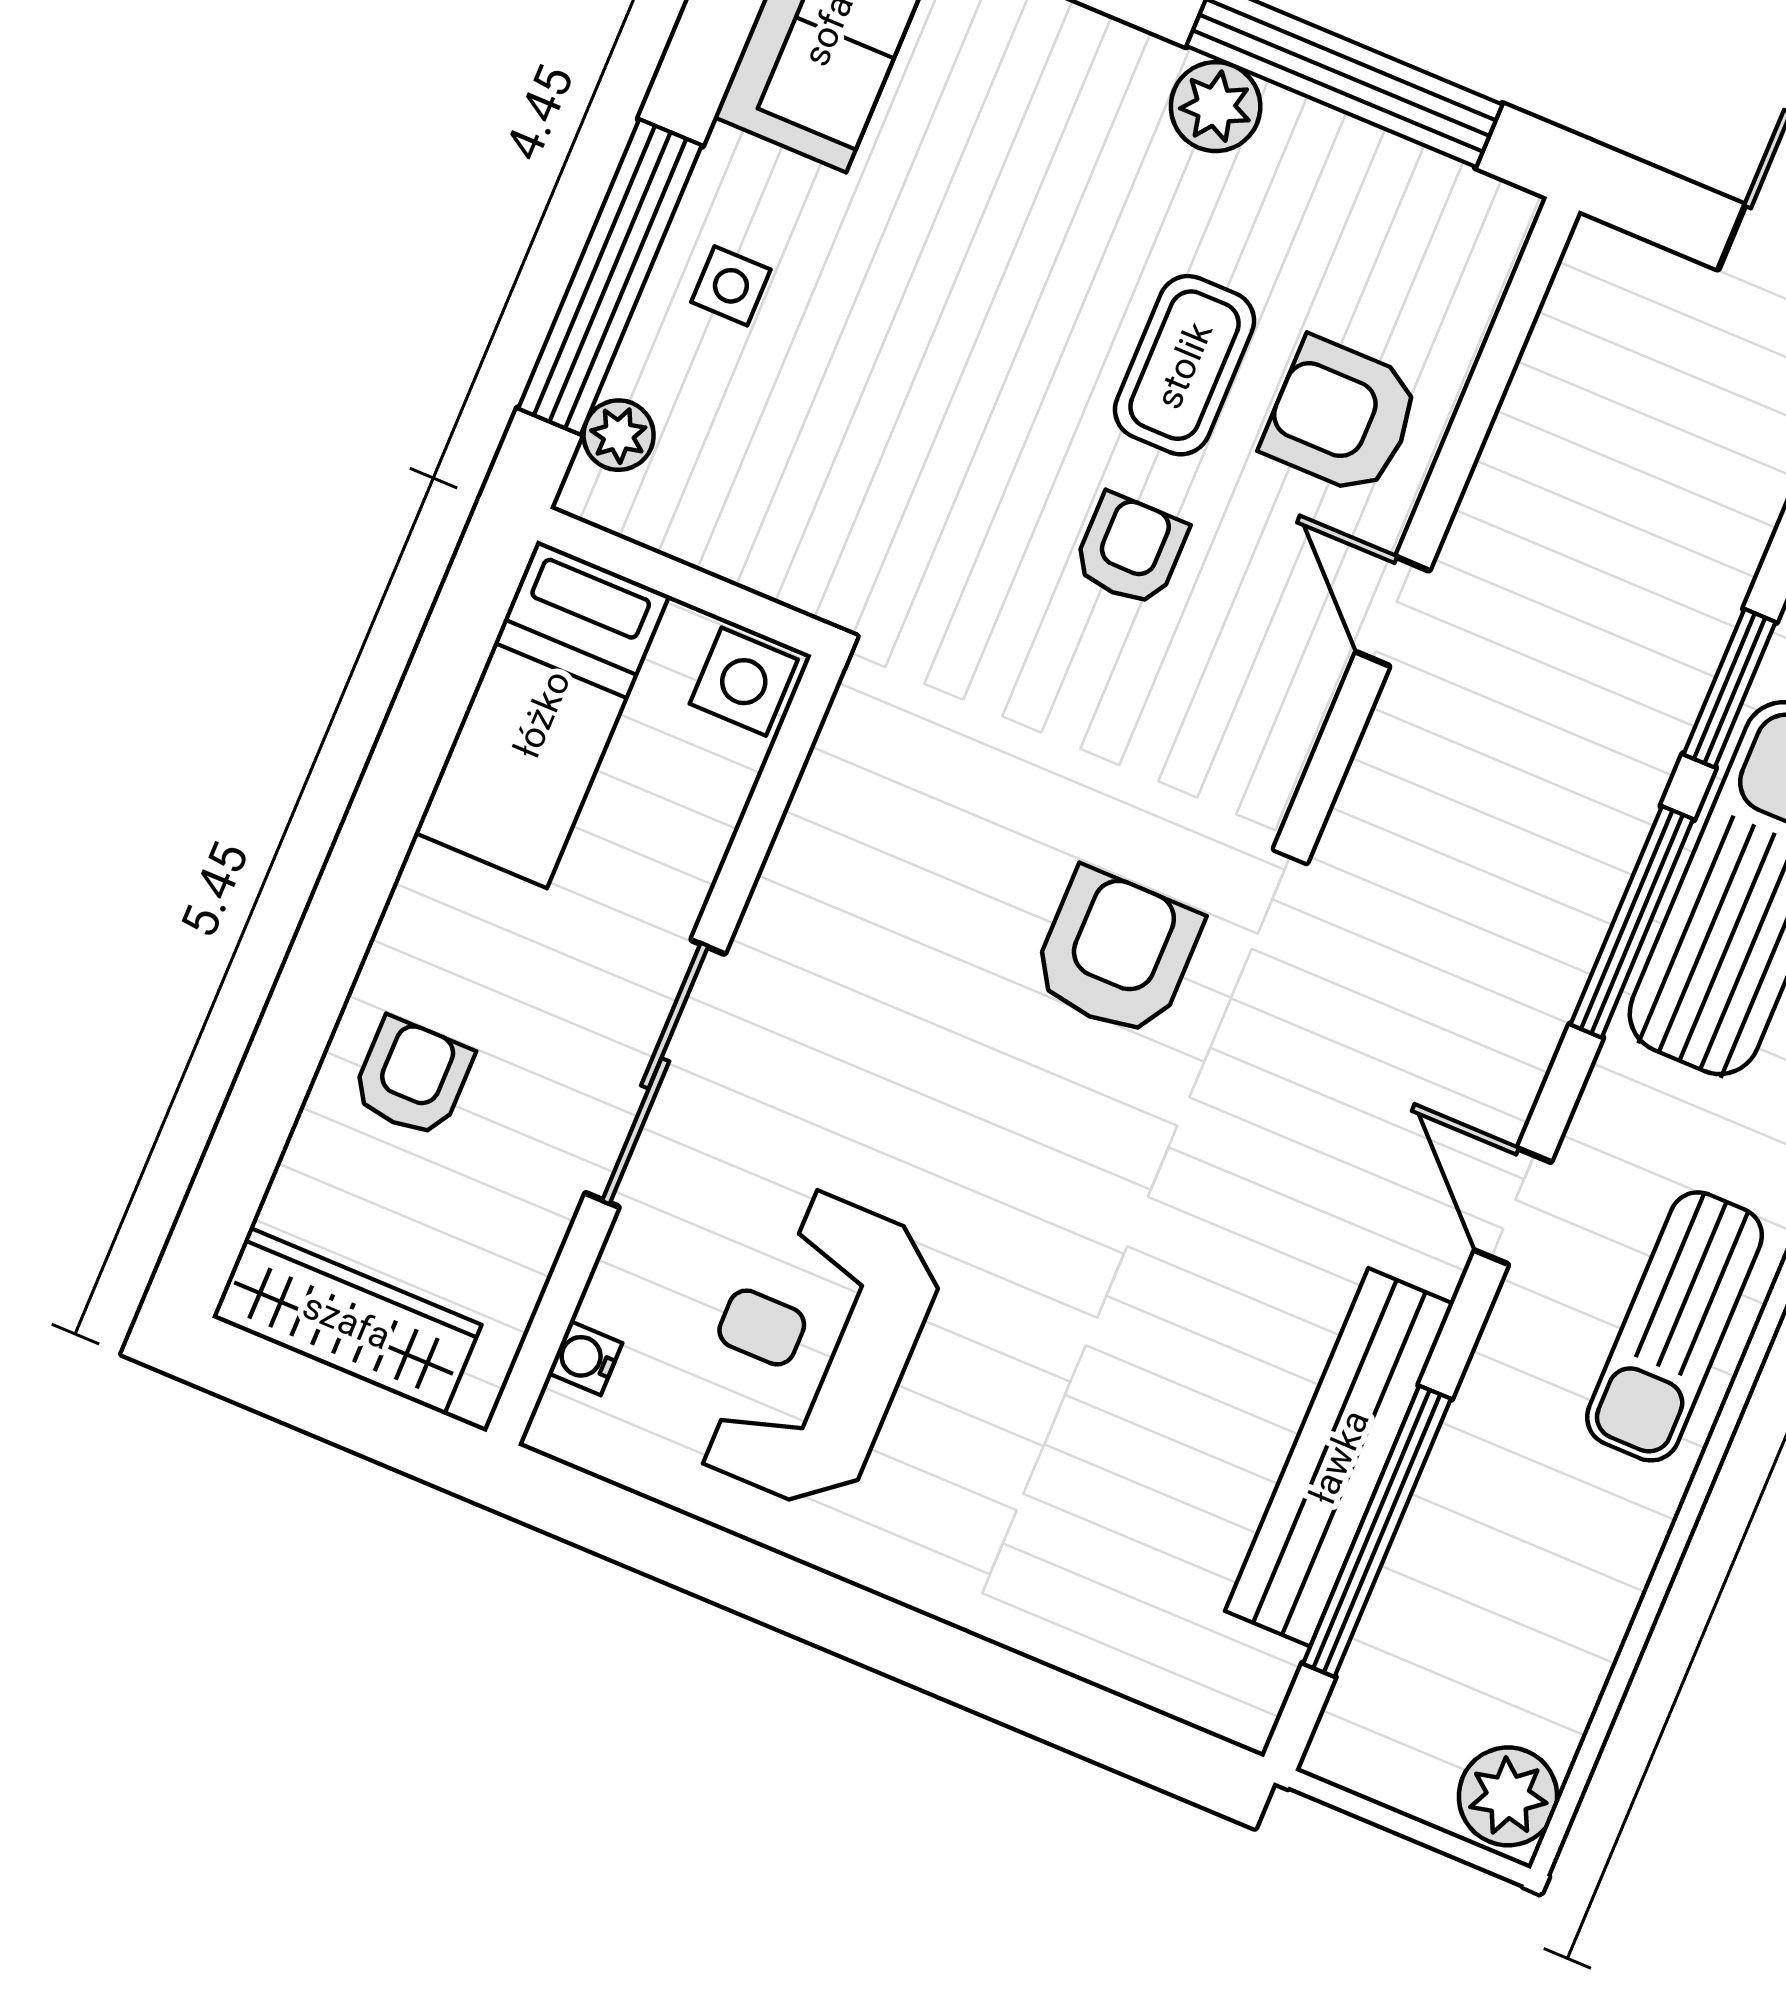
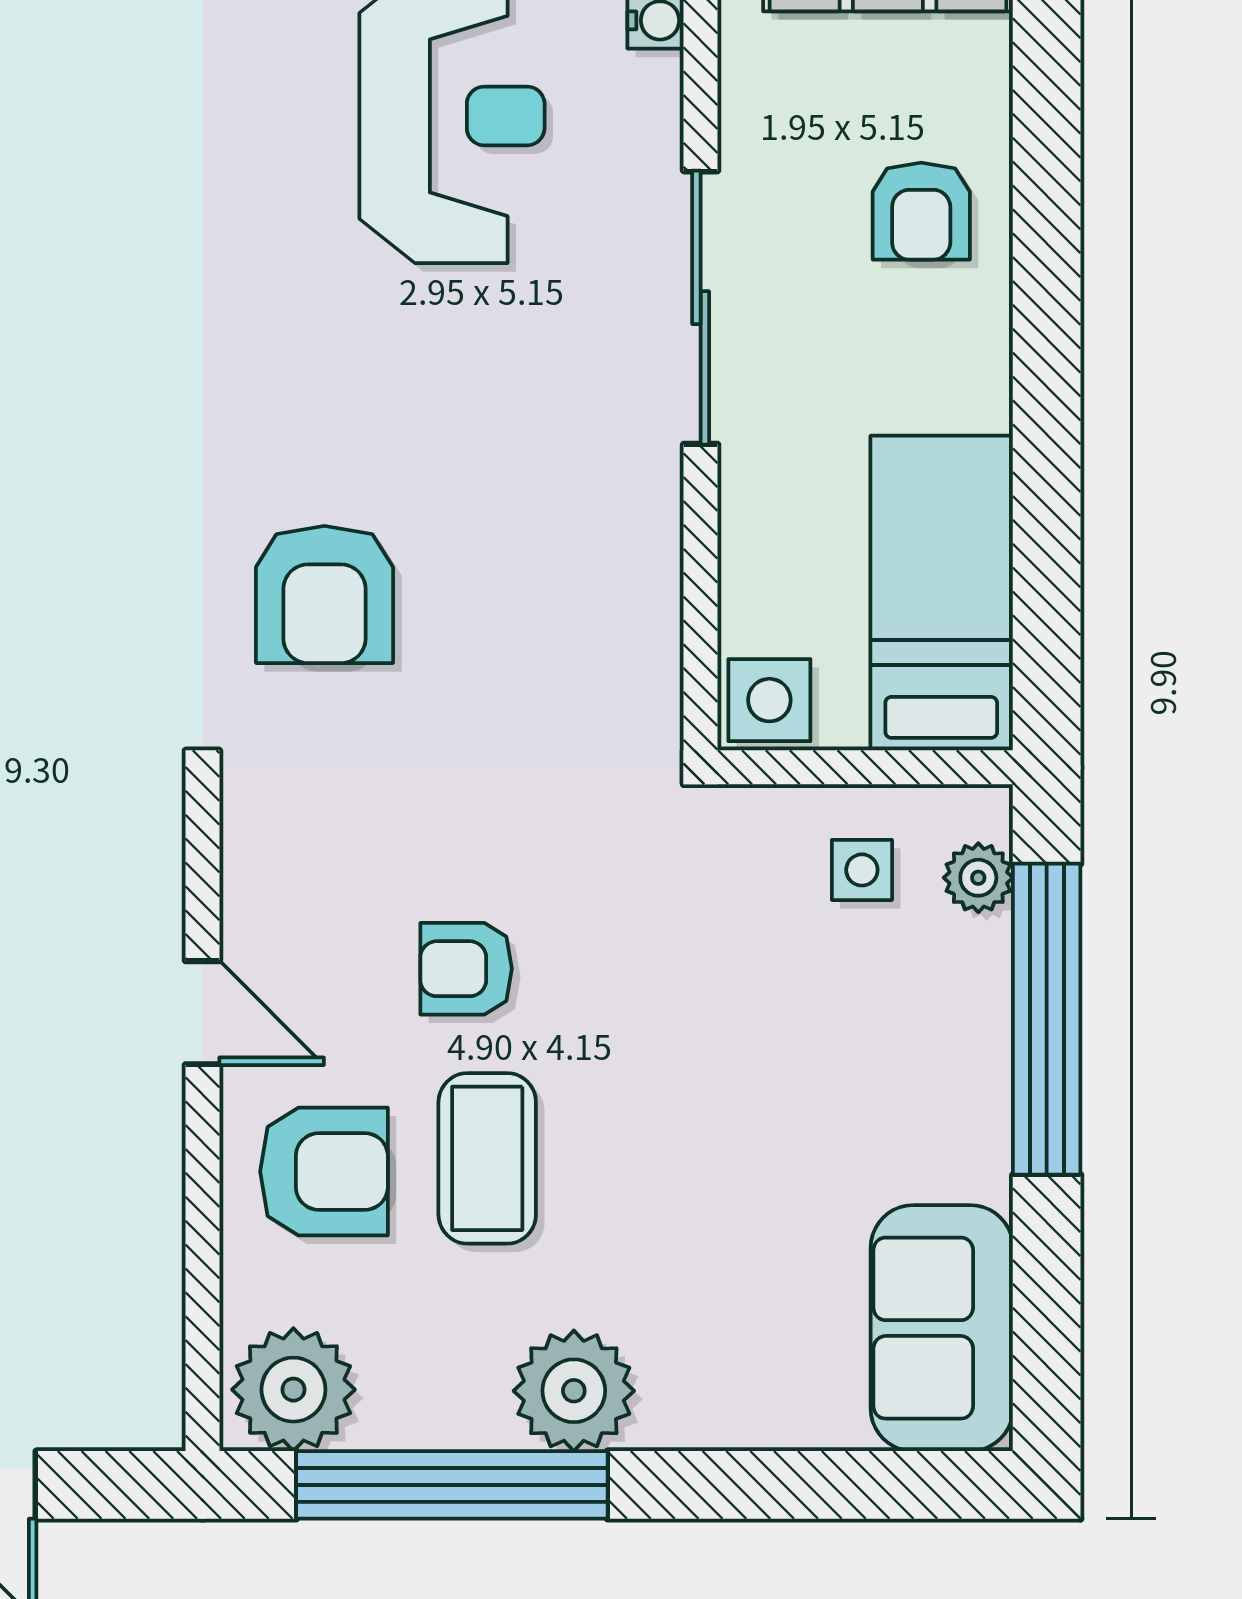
plant: (1216, 107) -> (574, 1391), width x1.36, depth x1.36
plant: (1455, 225) -> (293, 1390), added
side table: (731, 286) -> (862, 870), moved
armchair: (1130, 550) -> (466, 969), turned 90

